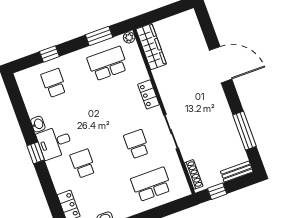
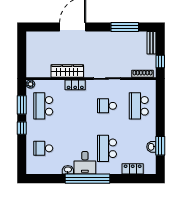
wardrobe: (151, 47) -> (67, 71), moved
window: (49, 54) -> (22, 128), moved
window: (36, 153) -> (87, 179), width x3.17
school desk: (83, 164) -> (107, 148), width x1.85

